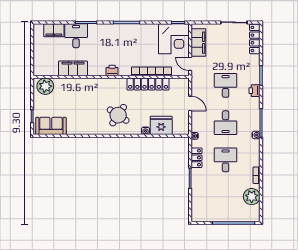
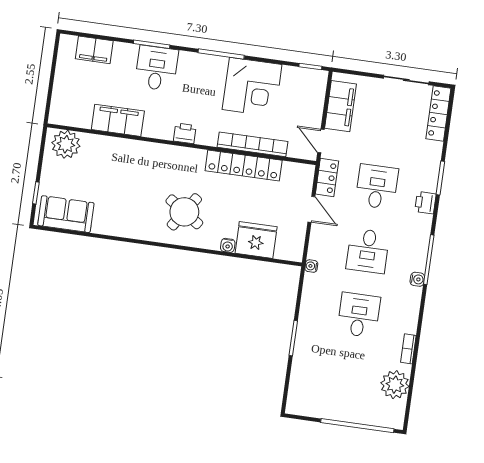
desk: (76, 36) -> (157, 68), moved
corner desk: (174, 39) -> (252, 87), moved
locker: (197, 158) -> (327, 178), moved

